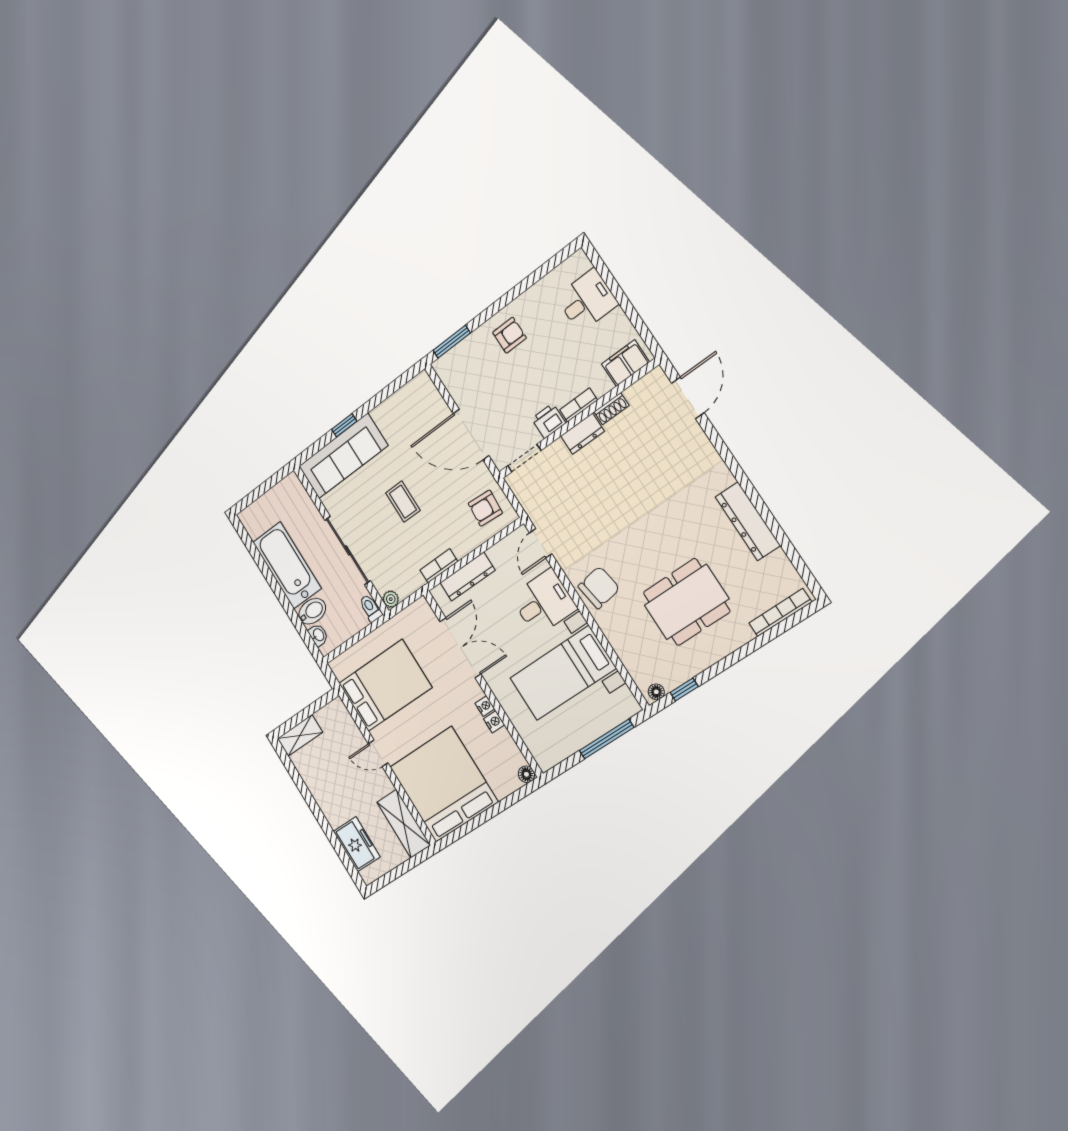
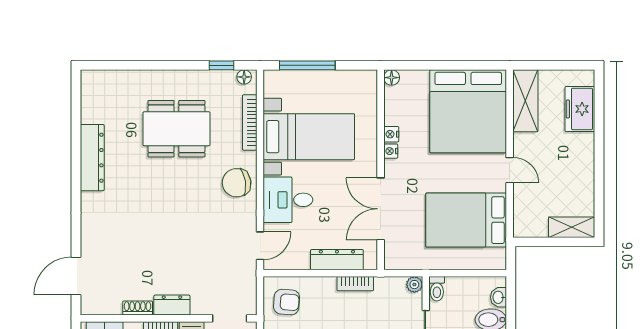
bookcase: (780, 613) -> (250, 123), moved, turned 90

